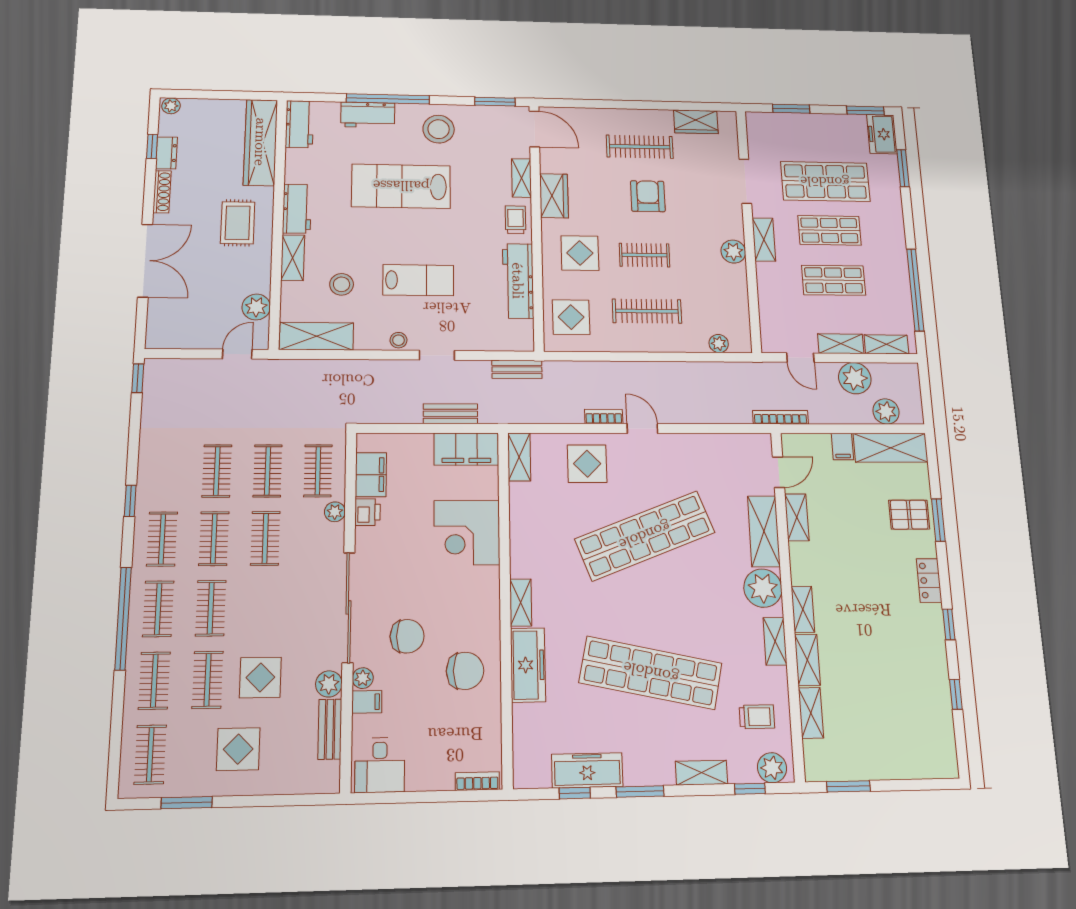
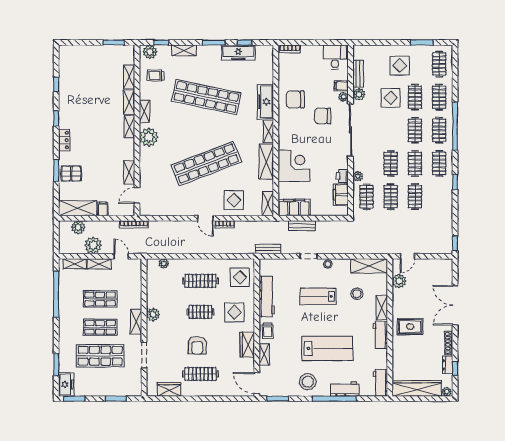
wardrobe: (261, 142) -> (417, 388), moved, turned -90
rug: (238, 223) -> (410, 327), turned 90
shelving: (764, 531) -> (266, 162), moved

